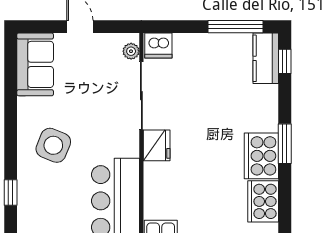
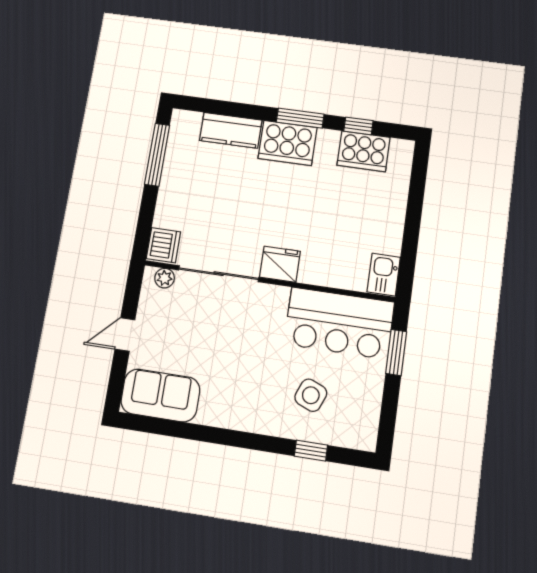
kitchen counter: (266, 58) -> (231, 130), moved
window: (285, 61) -> (358, 126), moved
side table: (53, 145) -> (311, 395), moved, width x0.73, depth x0.73
cooker: (261, 156) -> (288, 143), moved

